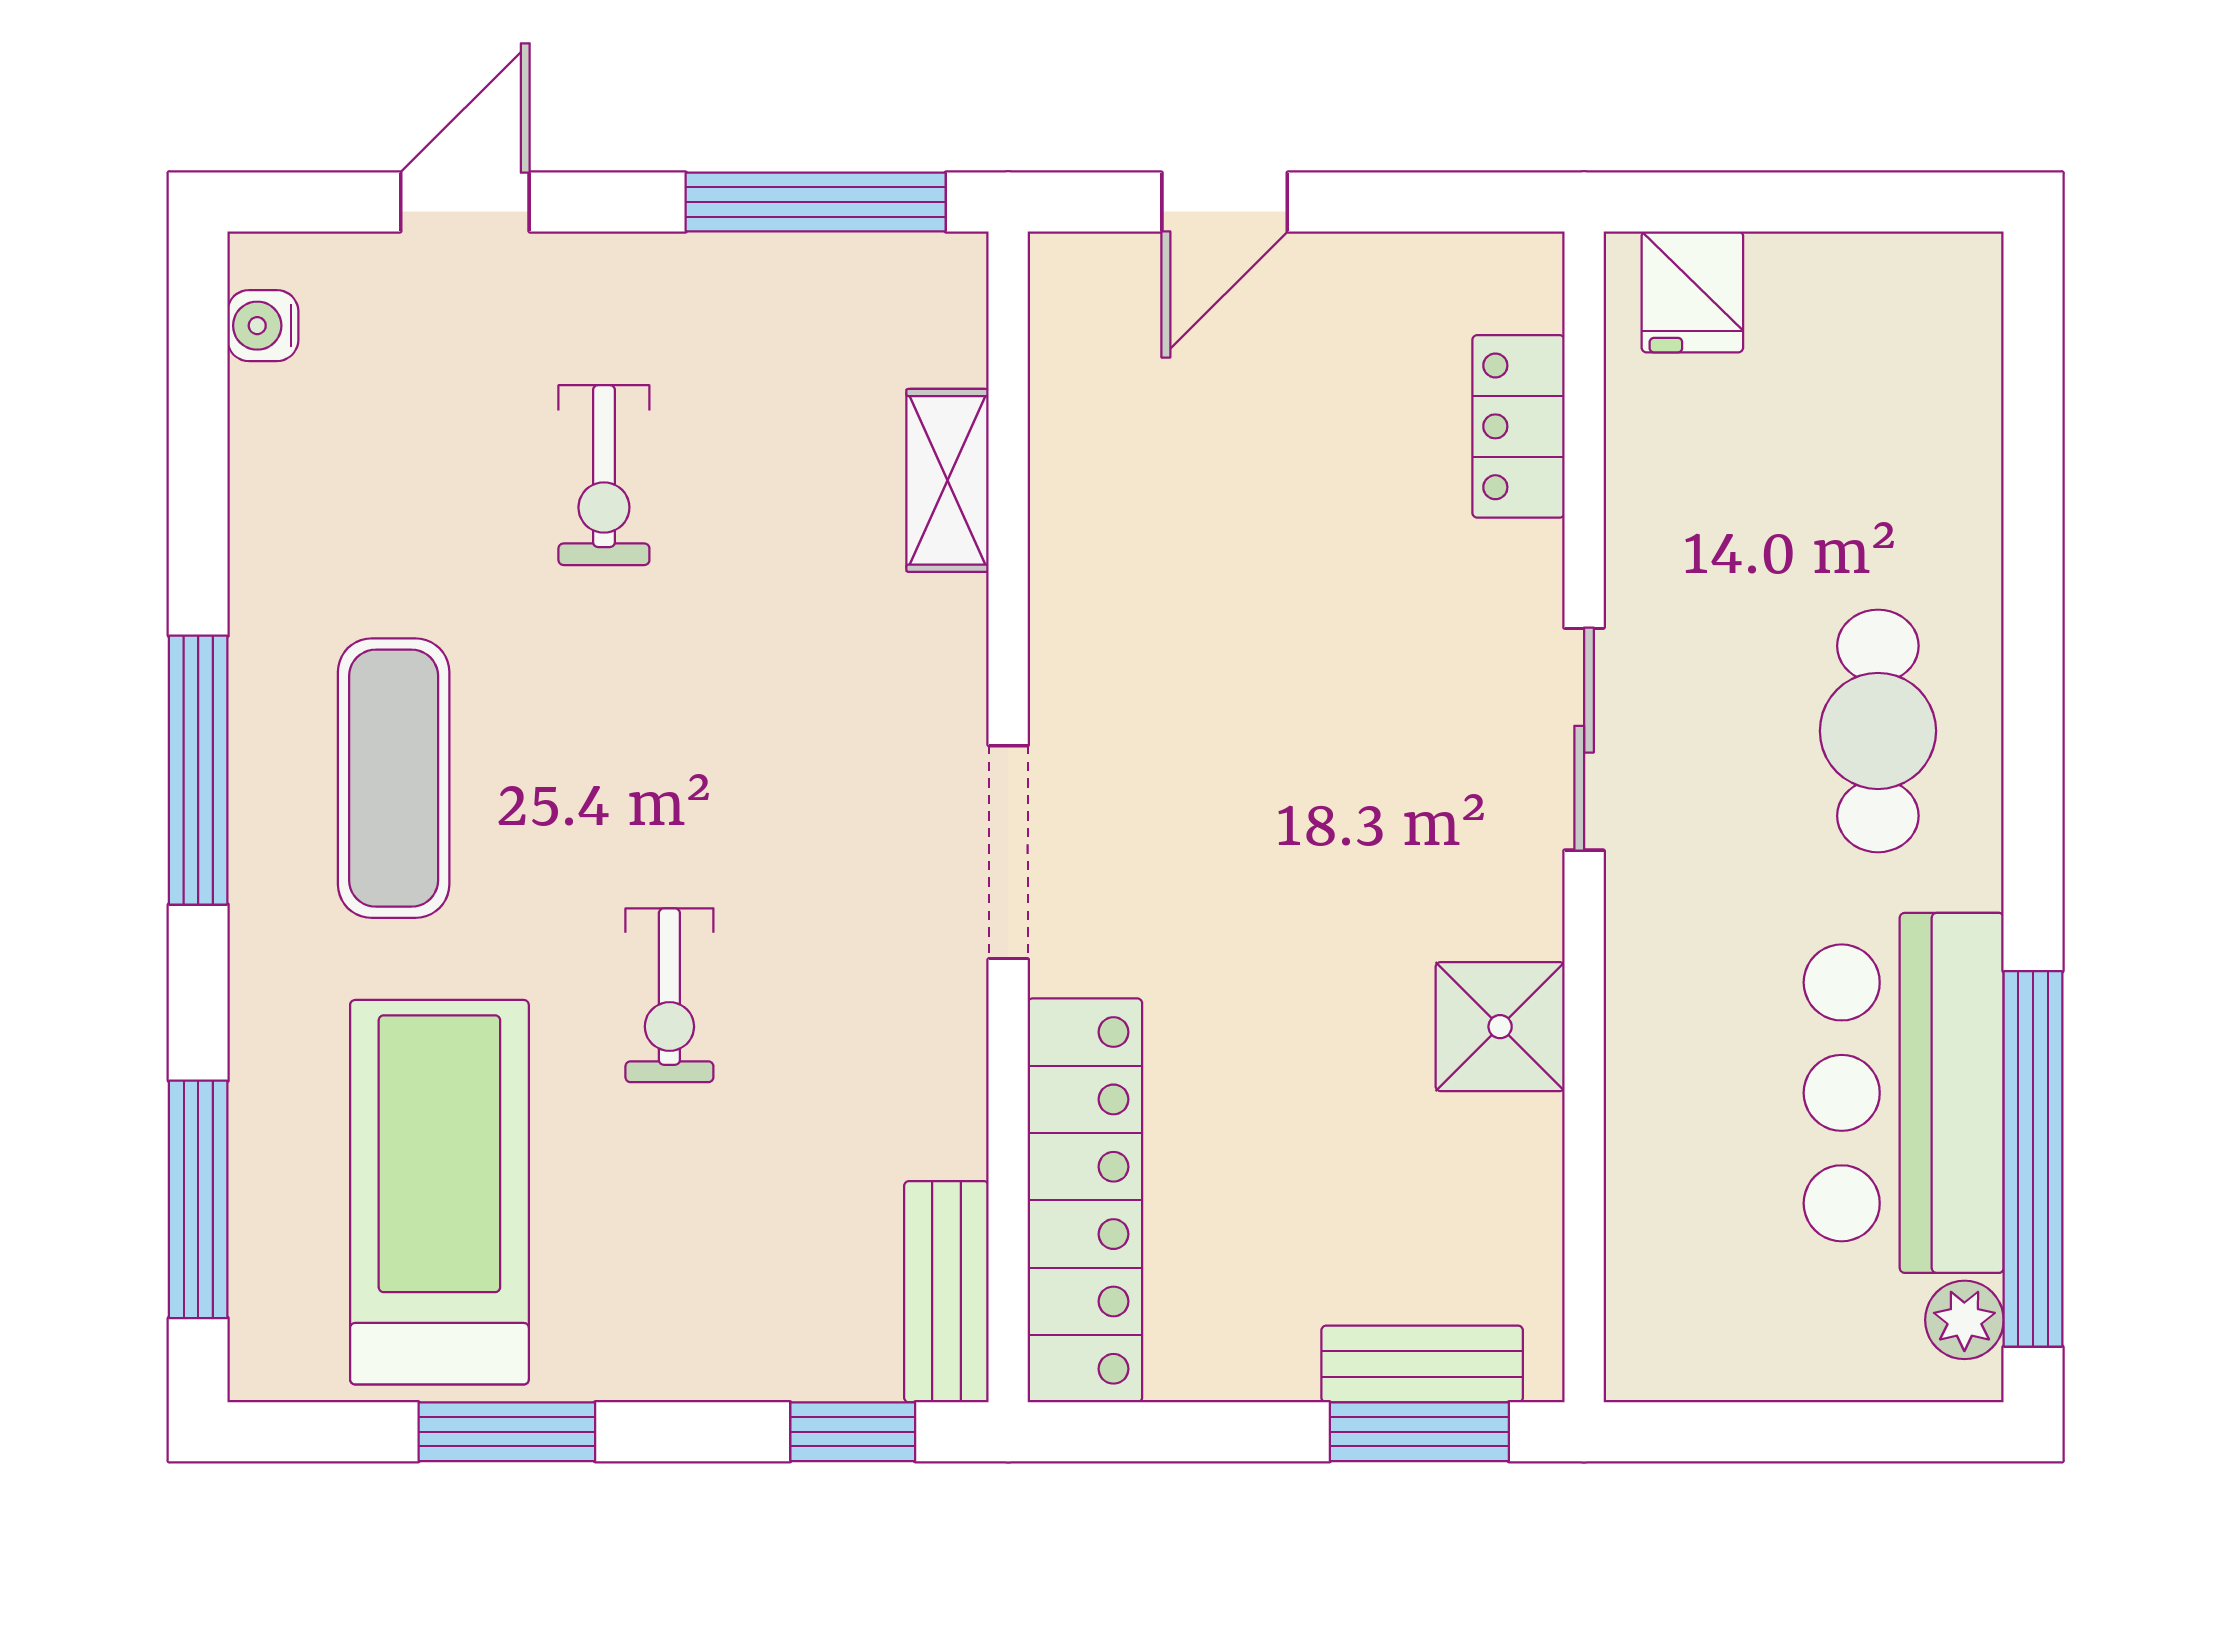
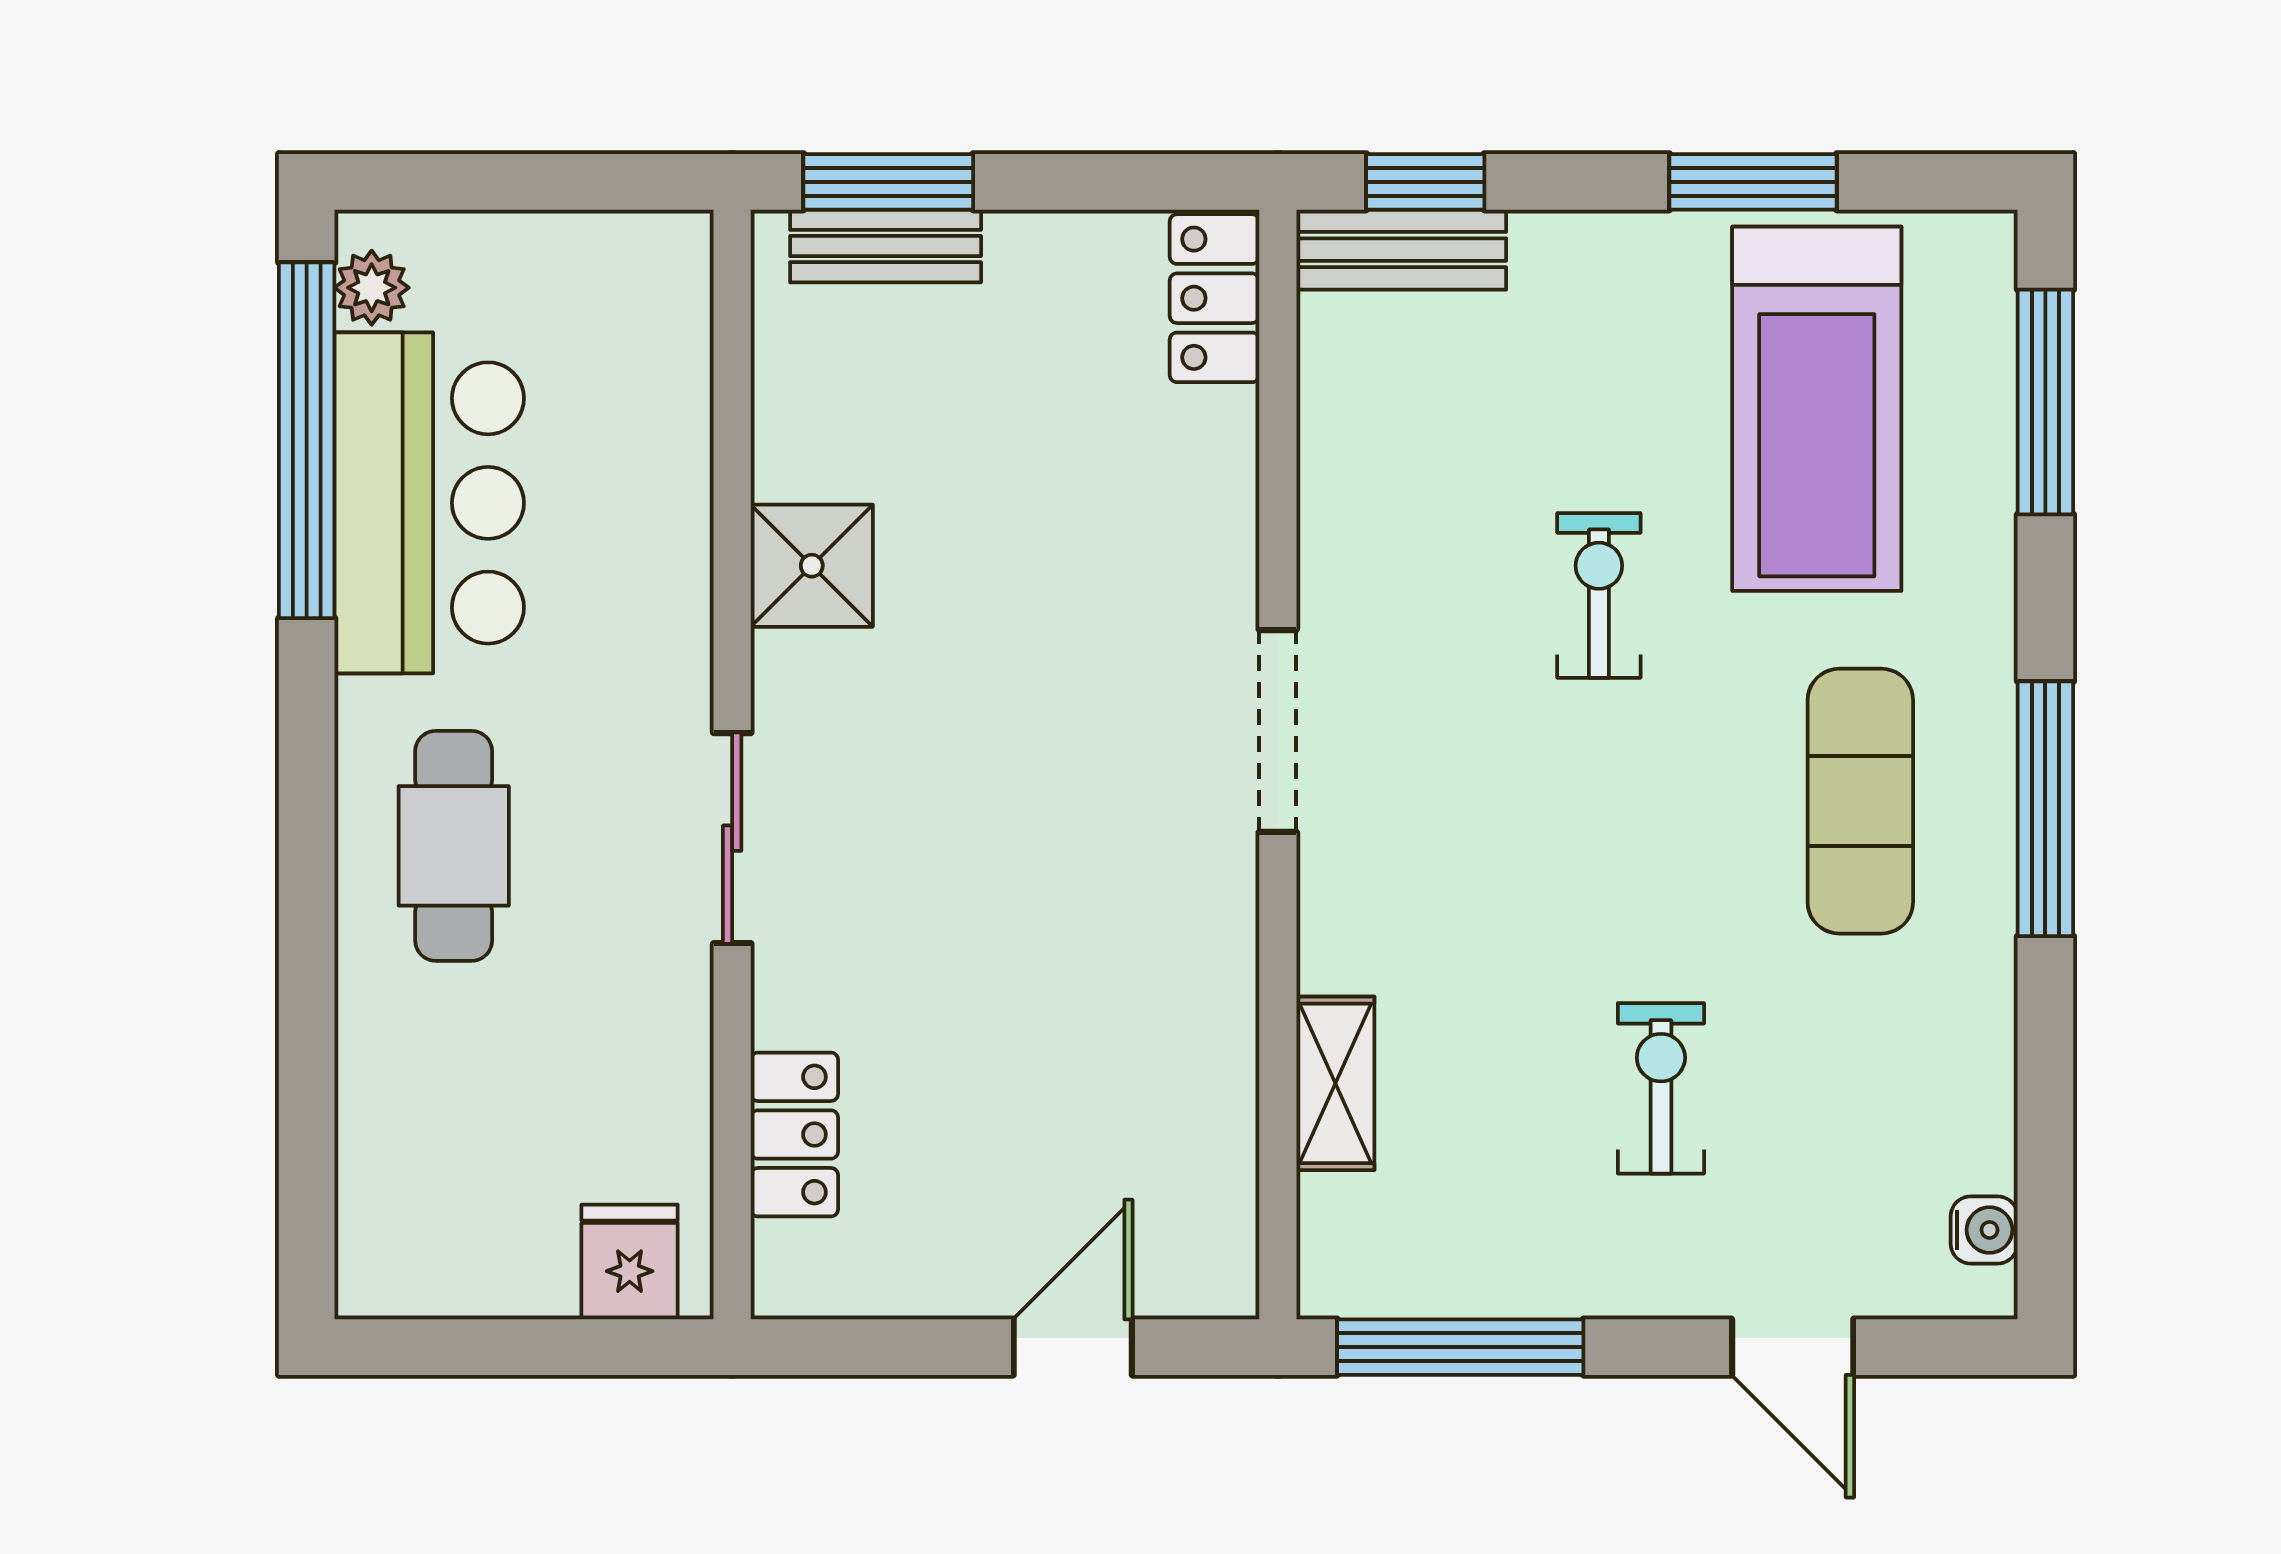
door: (465, 202) -> (1793, 1347), hinge flipped
locker: (1085, 1200) -> (1214, 298), width x0.46, depth x0.83
bench: (946, 1292) -> (1401, 250), moved, turned 90

